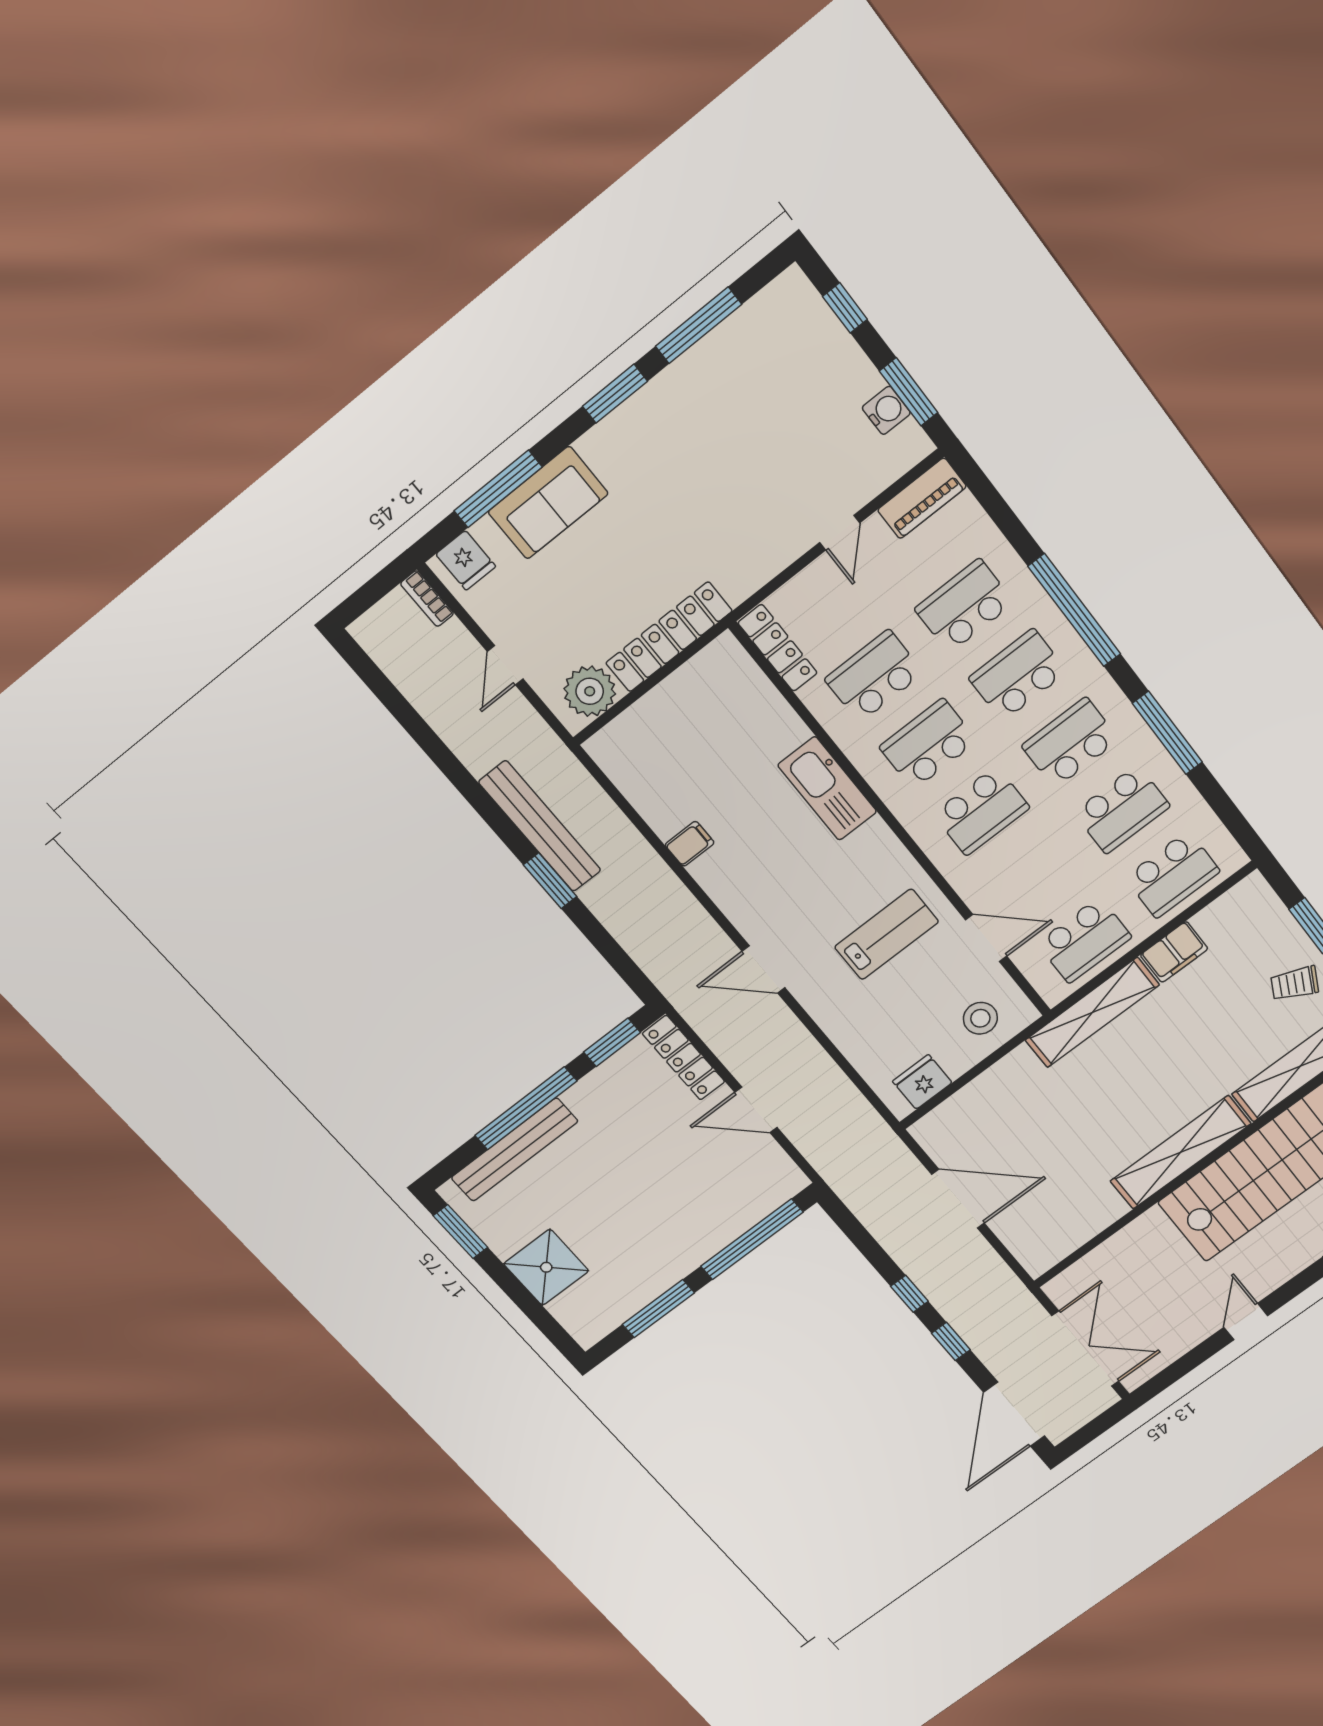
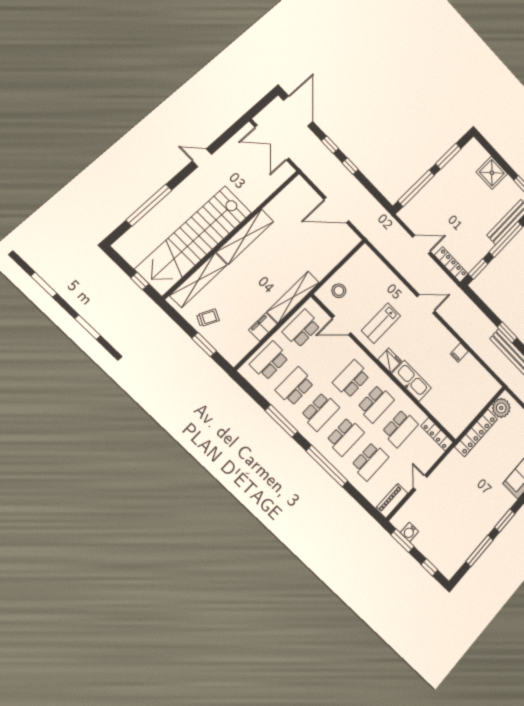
fridge: (922, 1082) -> (390, 360), moved, turned -90
door: (1246, 1322) -> (202, 158), swing flipped

